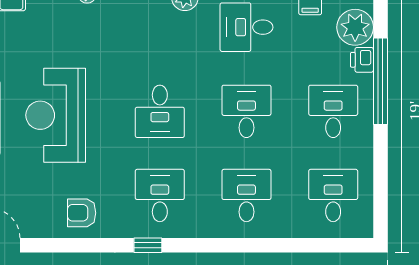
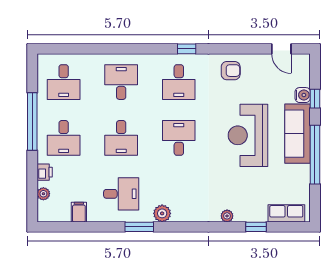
plant: (355, 27) -> (43, 194), width x0.53, depth x0.53
window: (380, 81) -> (32, 122), moved
reception desk: (56, 115) -> (248, 135), turned 180
desk: (246, 195) -> (121, 82), turned 180

